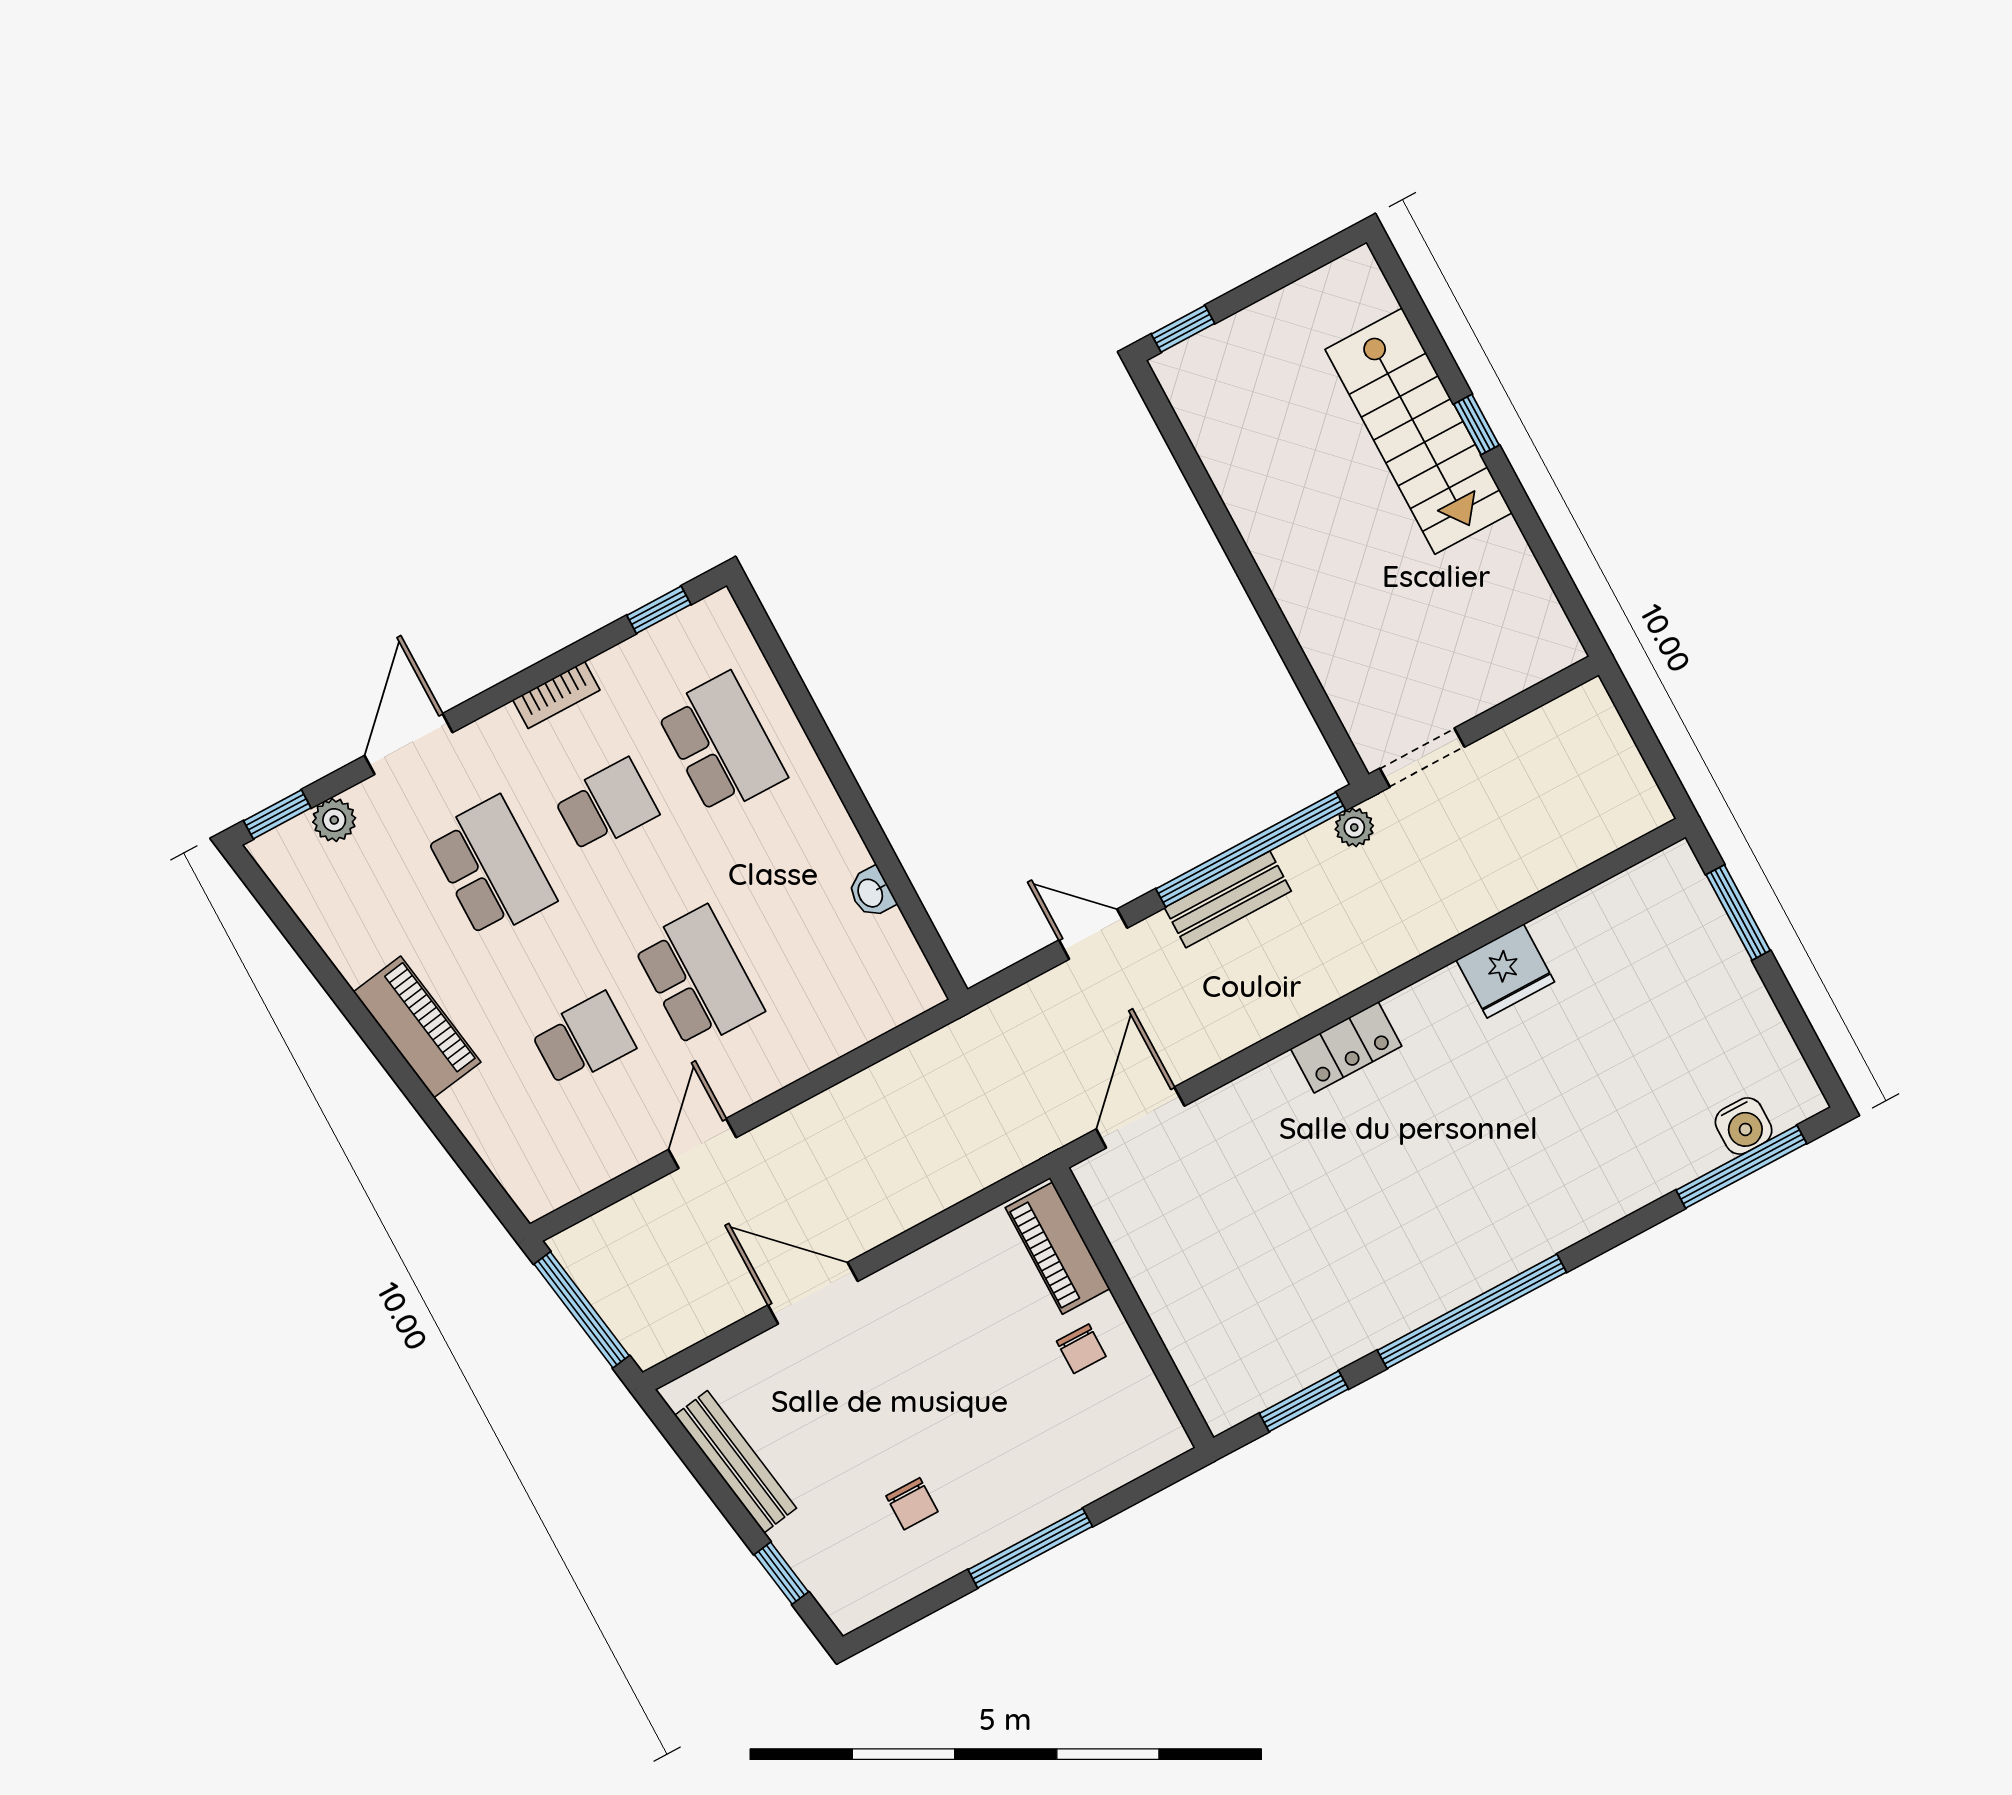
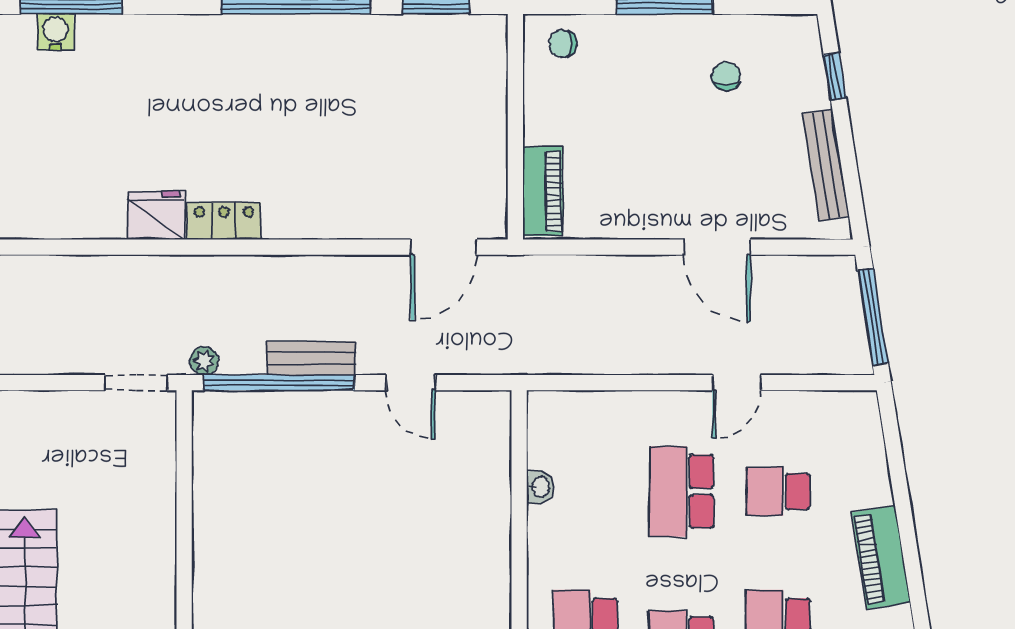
locker: (1346, 1047) -> (224, 221), moved
chair: (1081, 1349) -> (563, 44), moved, turned -90

